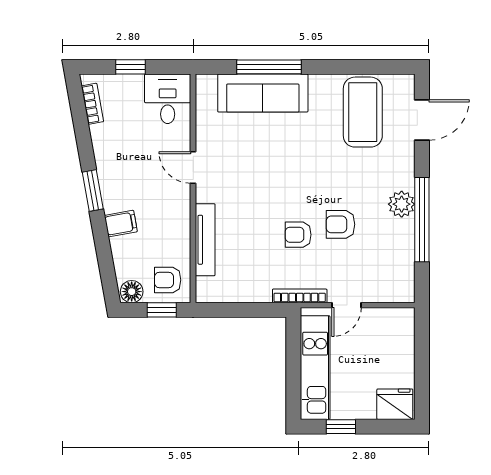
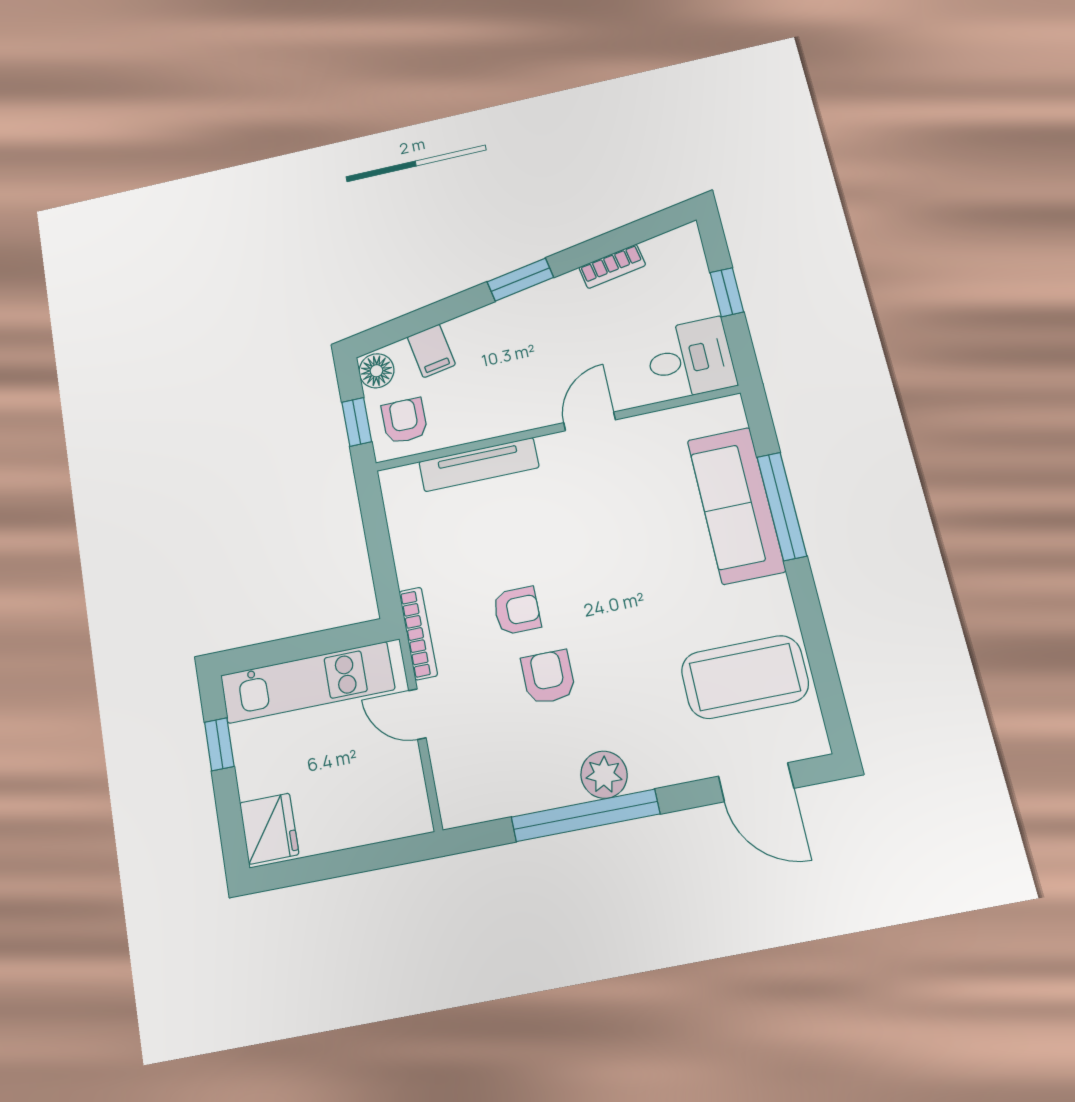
bookcase: (92, 104) -> (612, 266), moved
filing cabinet: (121, 224) -> (431, 351), moved
armchair: (298, 235) -> (517, 611), turned 90

